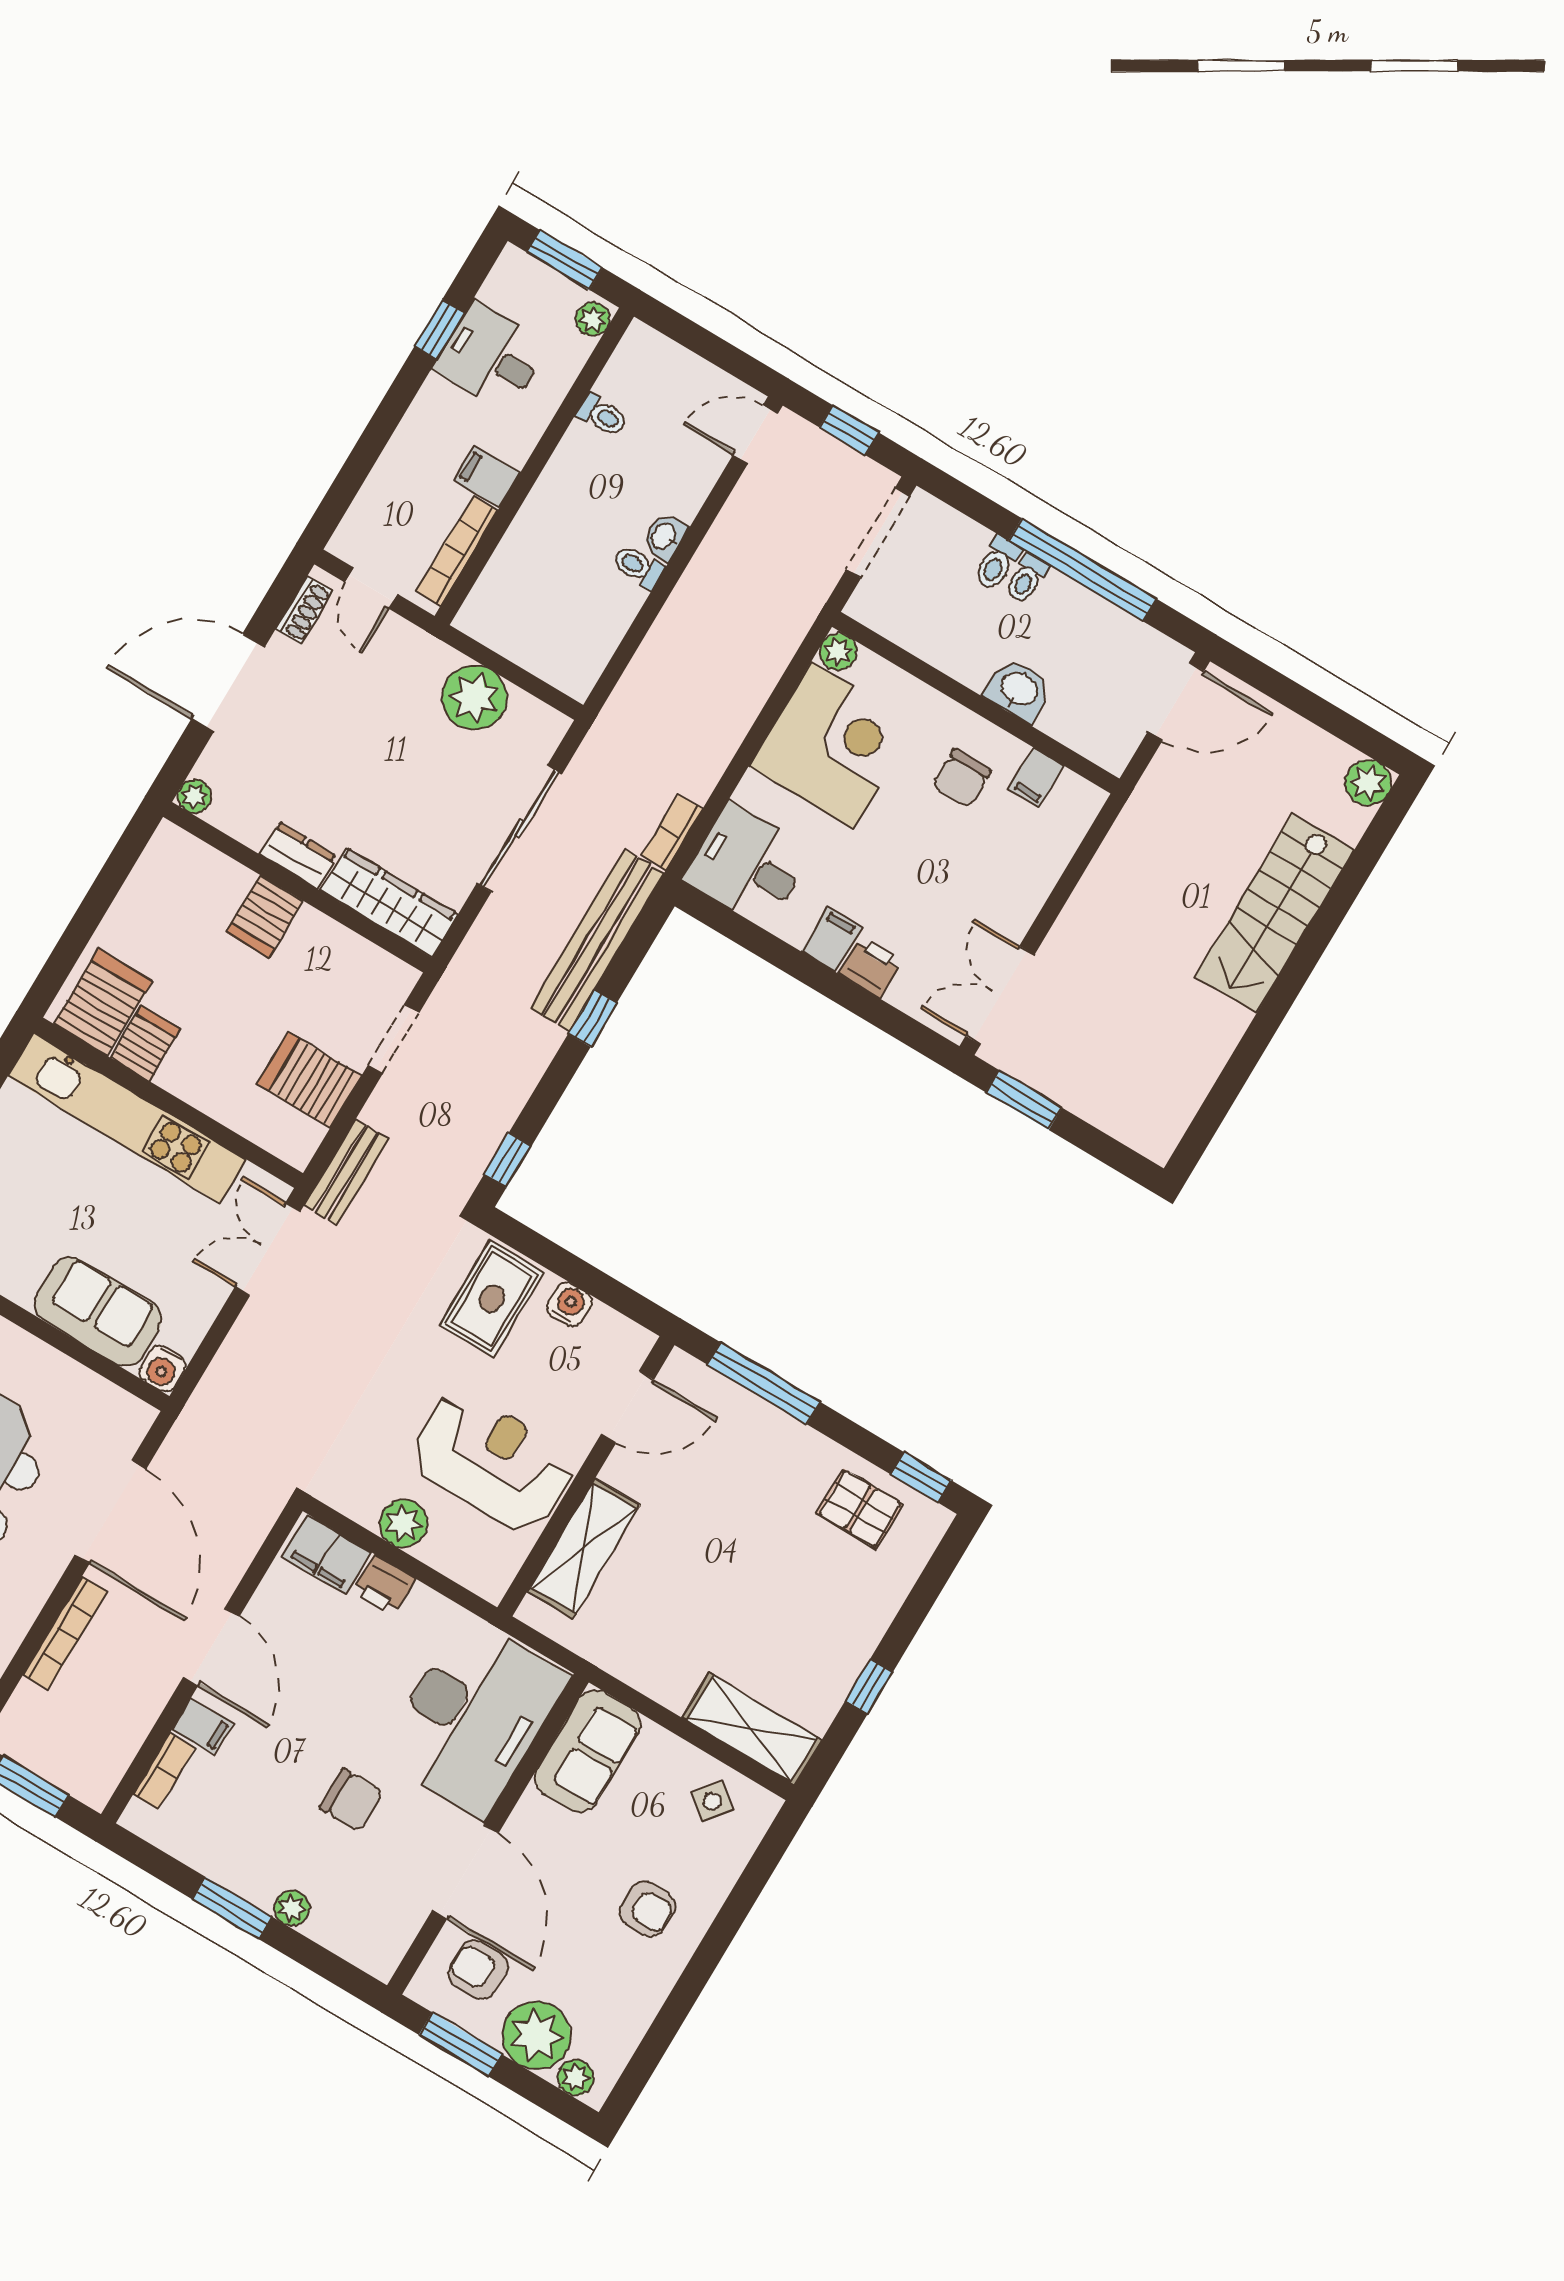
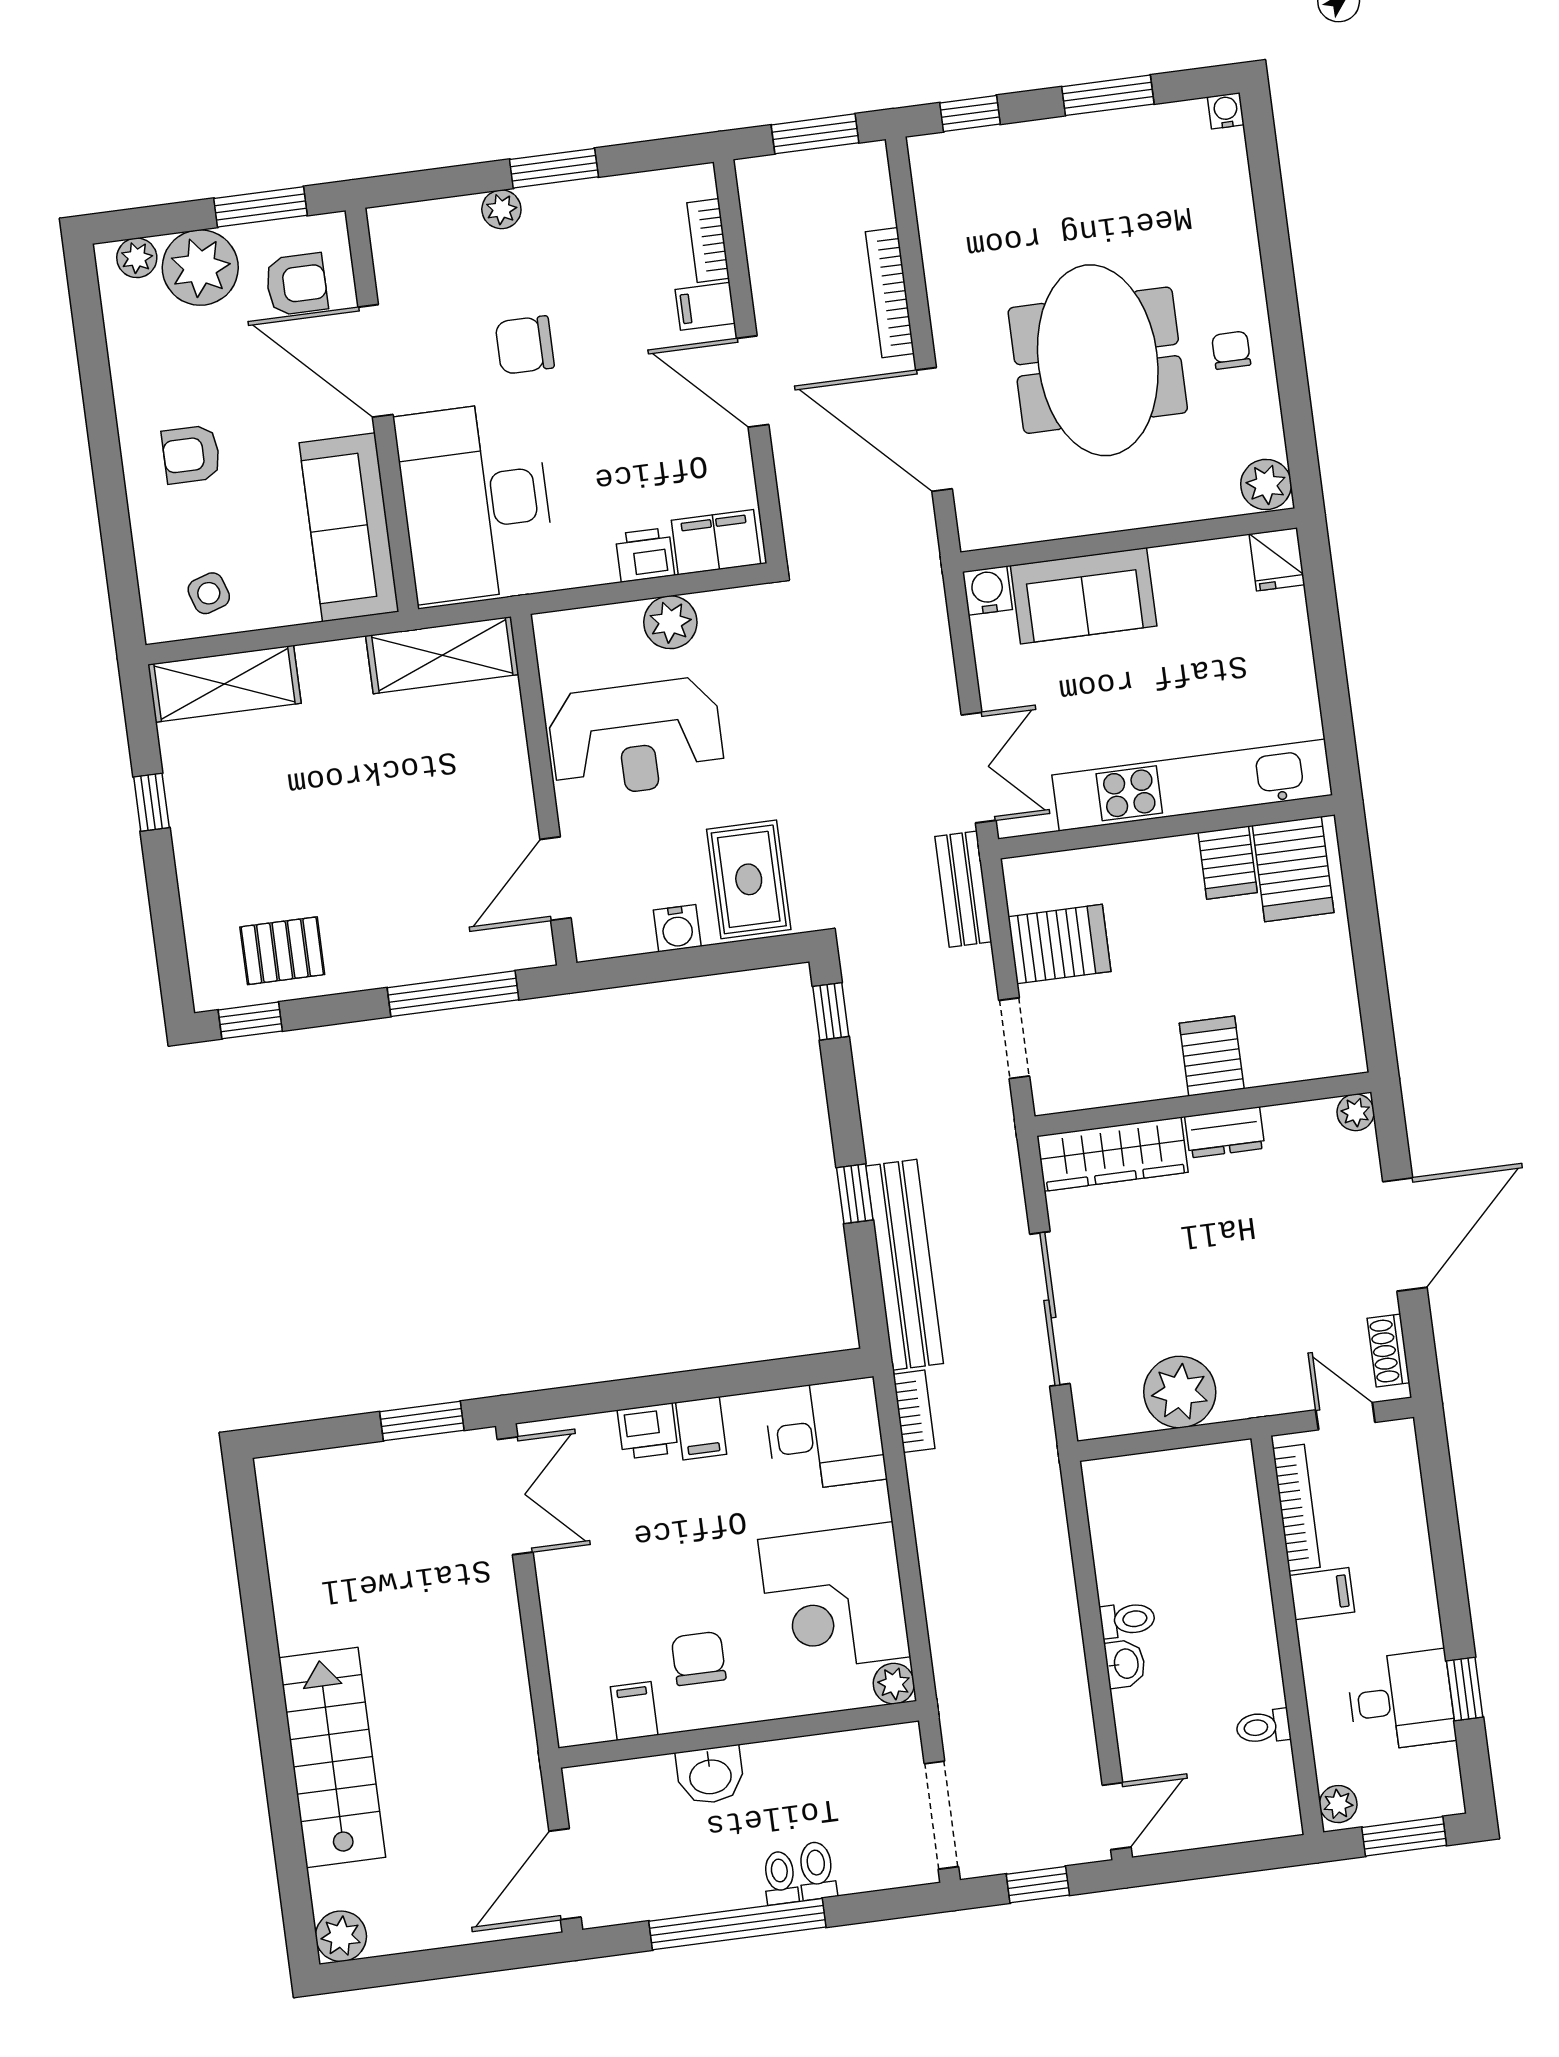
shelving: (584, 1548) -> (442, 655), moved, turned 90
sofa: (588, 1751) -> (349, 527), width x1.36
side table: (712, 1801) -> (209, 593), turned 33

